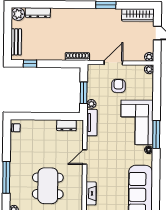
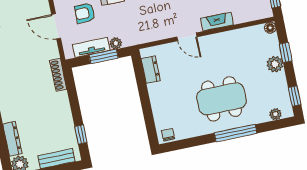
tv unit: (92, 123) -> (91, 47), moved
dining table: (48, 186) -> (221, 99), moved
fireplace: (91, 193) -> (217, 22), moved

